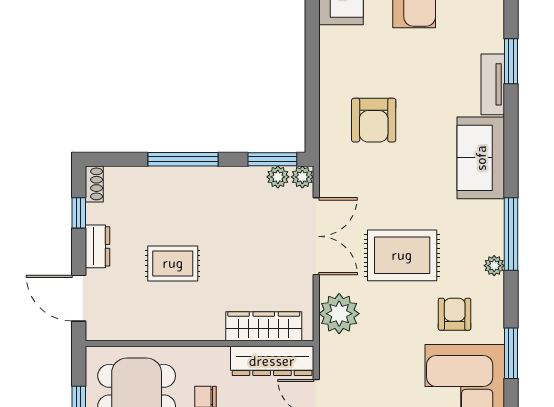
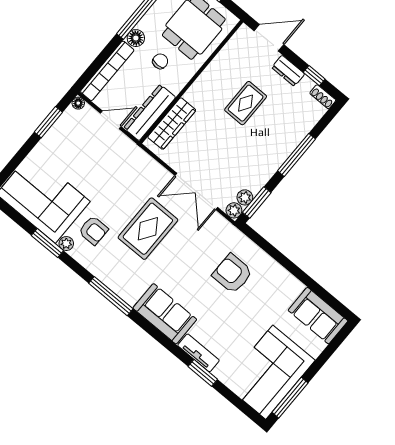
plant: (494, 266) -> (66, 244), moved
plant: (339, 314) -> (145, 169), removed

